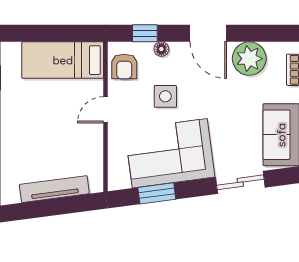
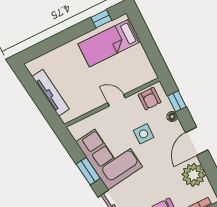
bed: (63, 60) -> (109, 43), moved, turned -90
armchair: (124, 66) -> (150, 99), turned -90
window: (157, 193) -> (88, 171), moved

